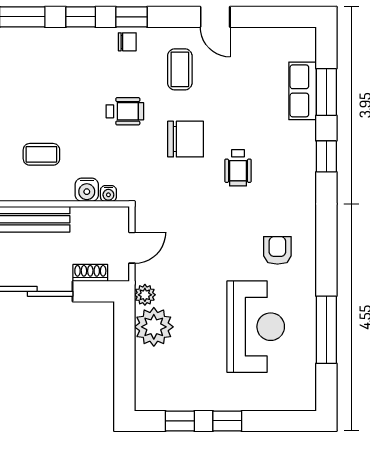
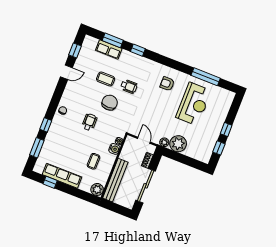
window: (132, 17) -> (75, 50), moved
coffee table: (180, 69) -> (106, 79), moved
reception desk: (256, 327) -> (194, 104), turned 90

